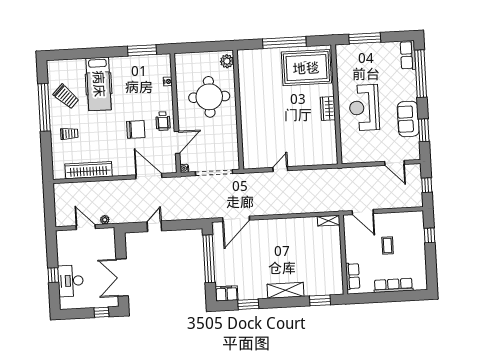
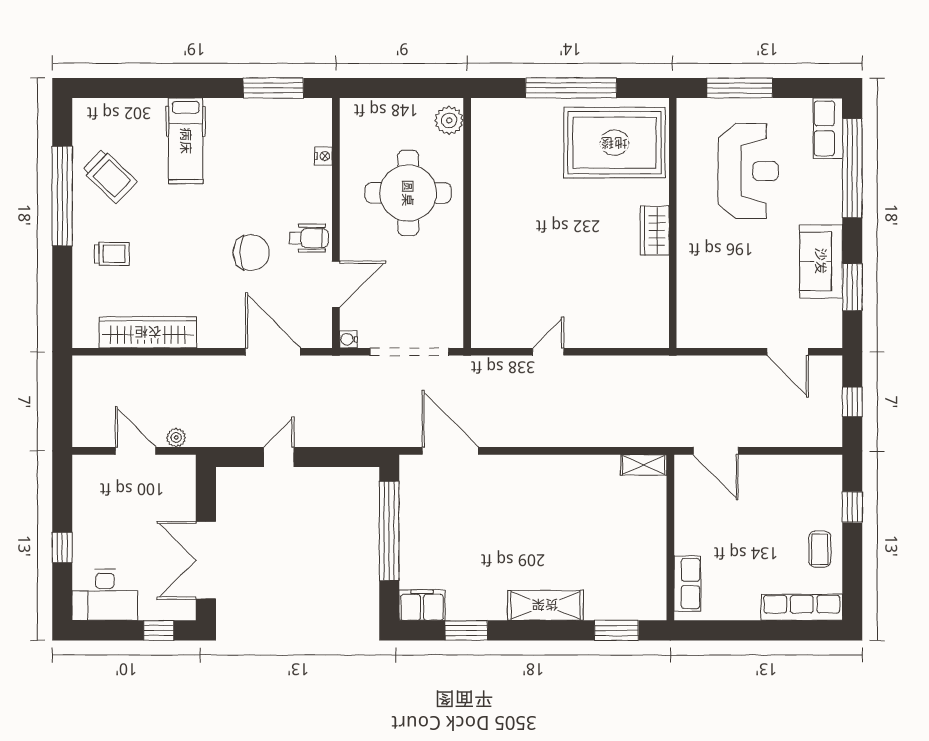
hospital bed: (99, 84) -> (186, 141), width x0.73, depth x0.78
reception desk: (364, 108) -> (748, 171), moved, turned 180
wheelchair: (163, 121) -> (309, 238), turned -90
door: (236, 219) -> (450, 451), swing flipped
coffee table: (388, 246) -> (820, 549), moved
desk: (71, 281) -> (105, 595), moved, turned -90
row of seats: (393, 285) -> (802, 607), moved

